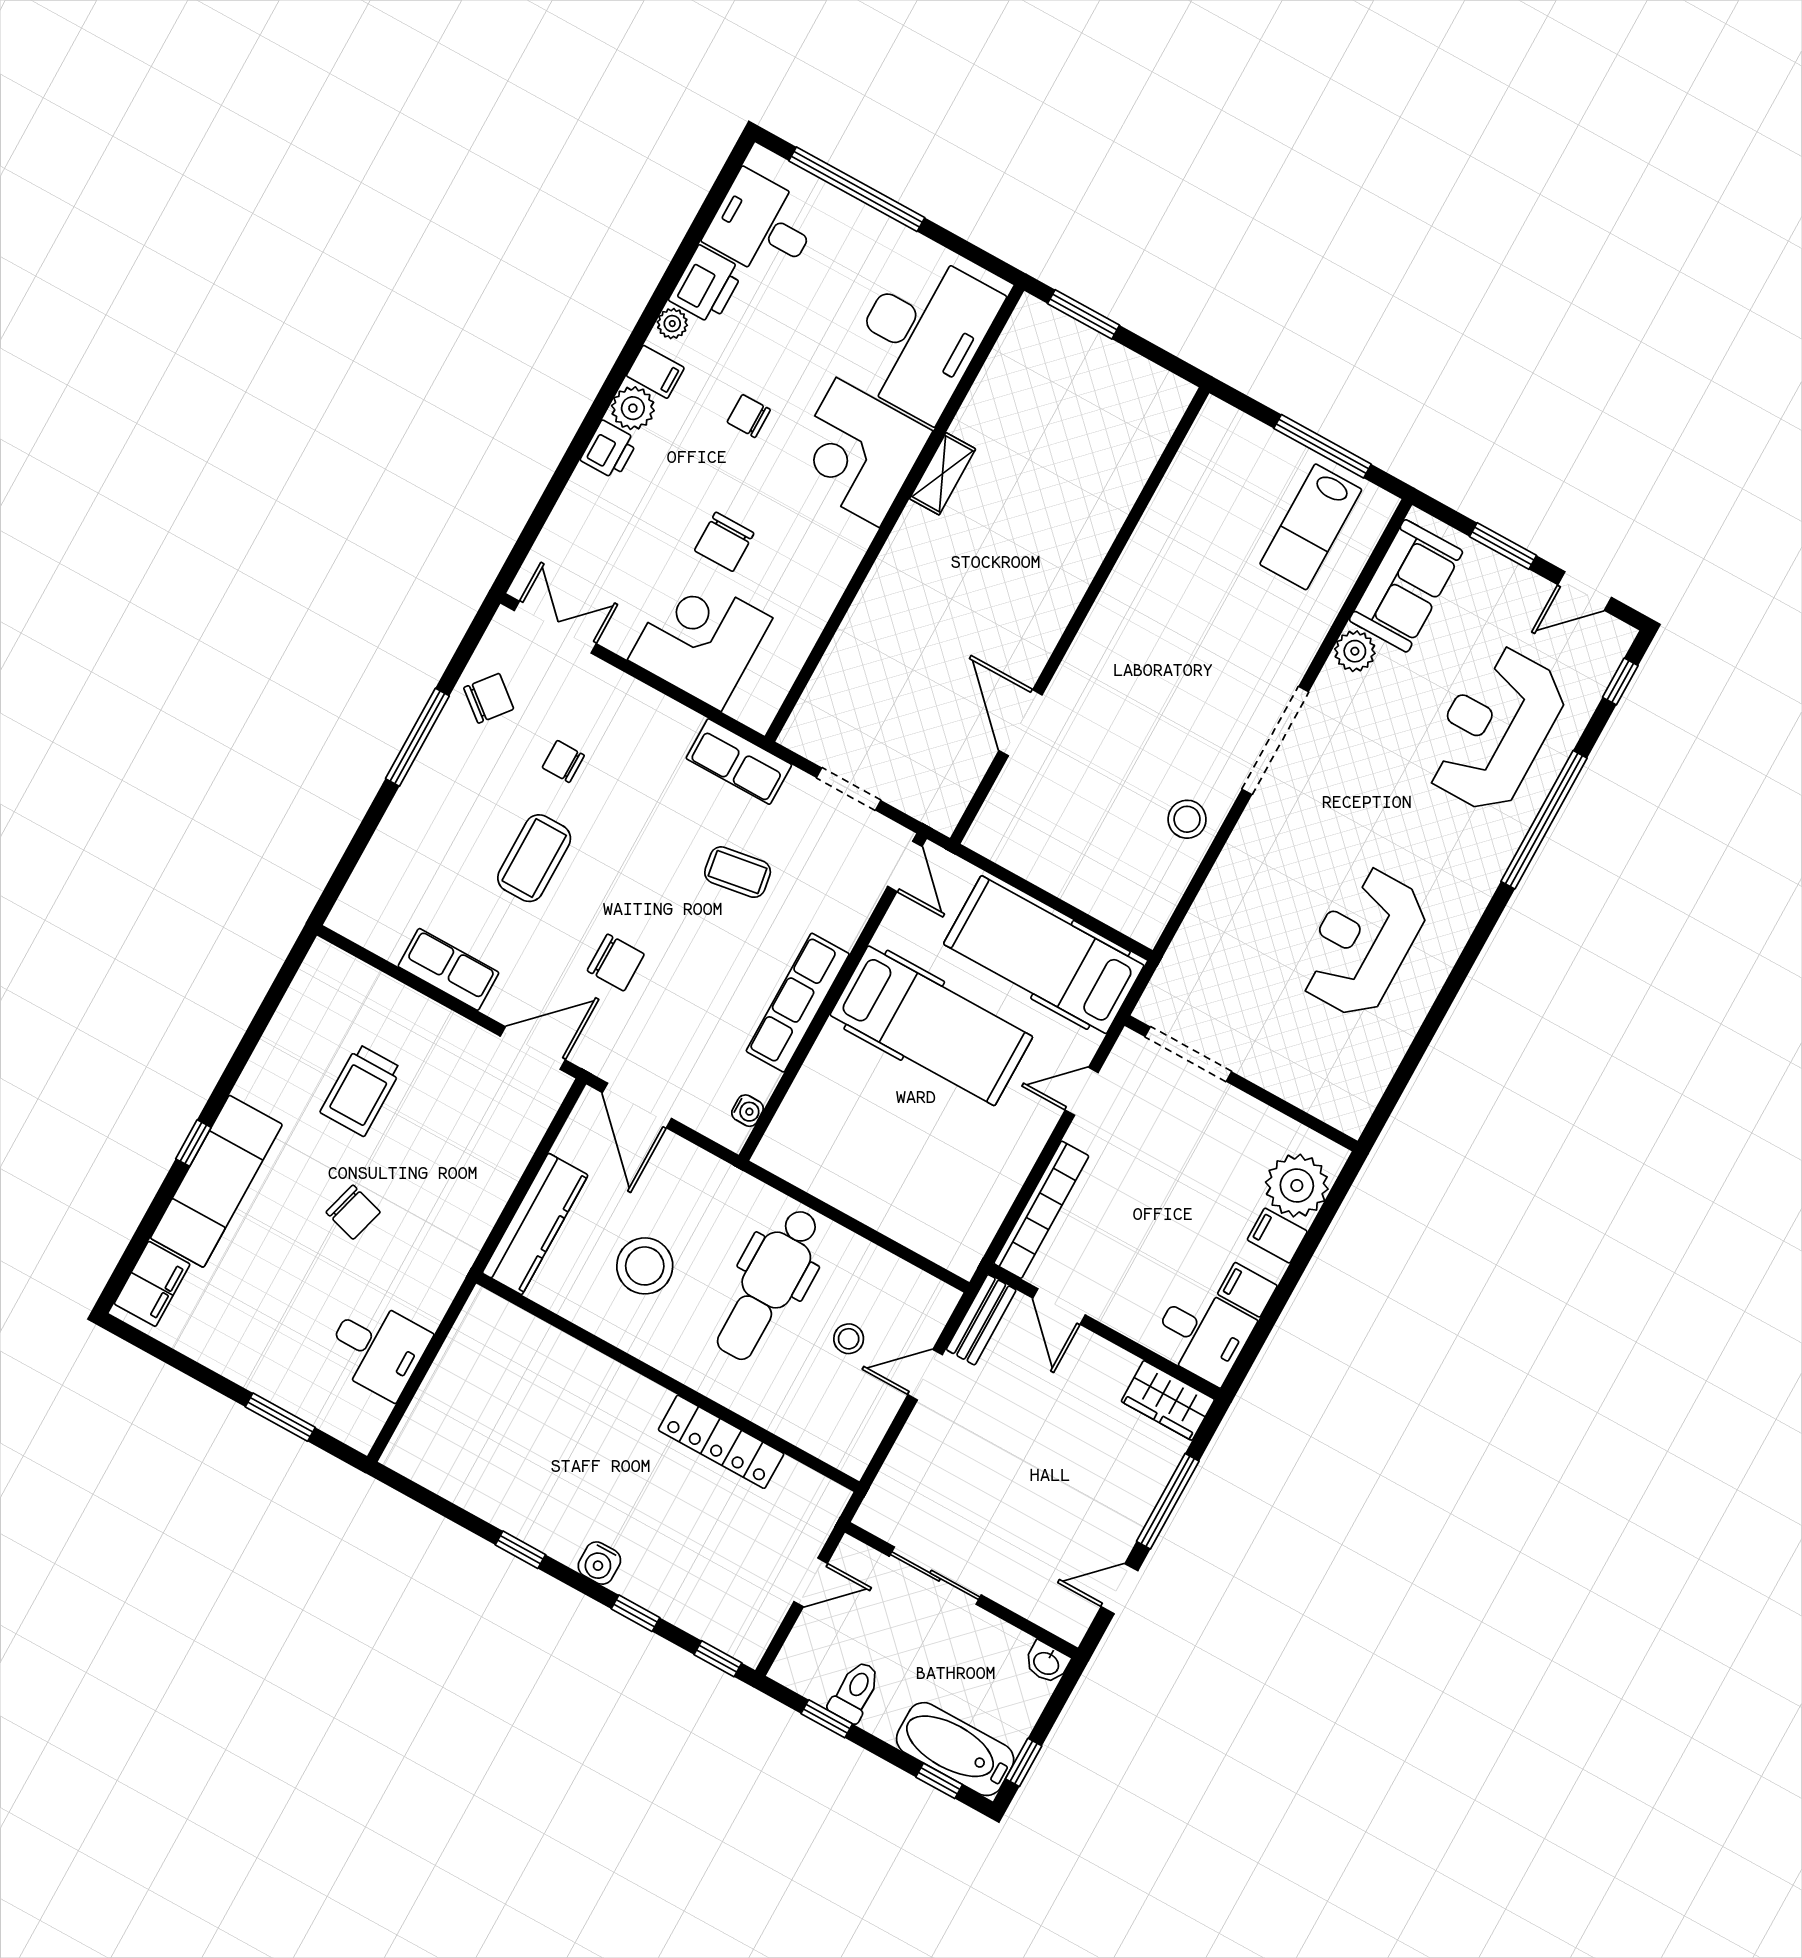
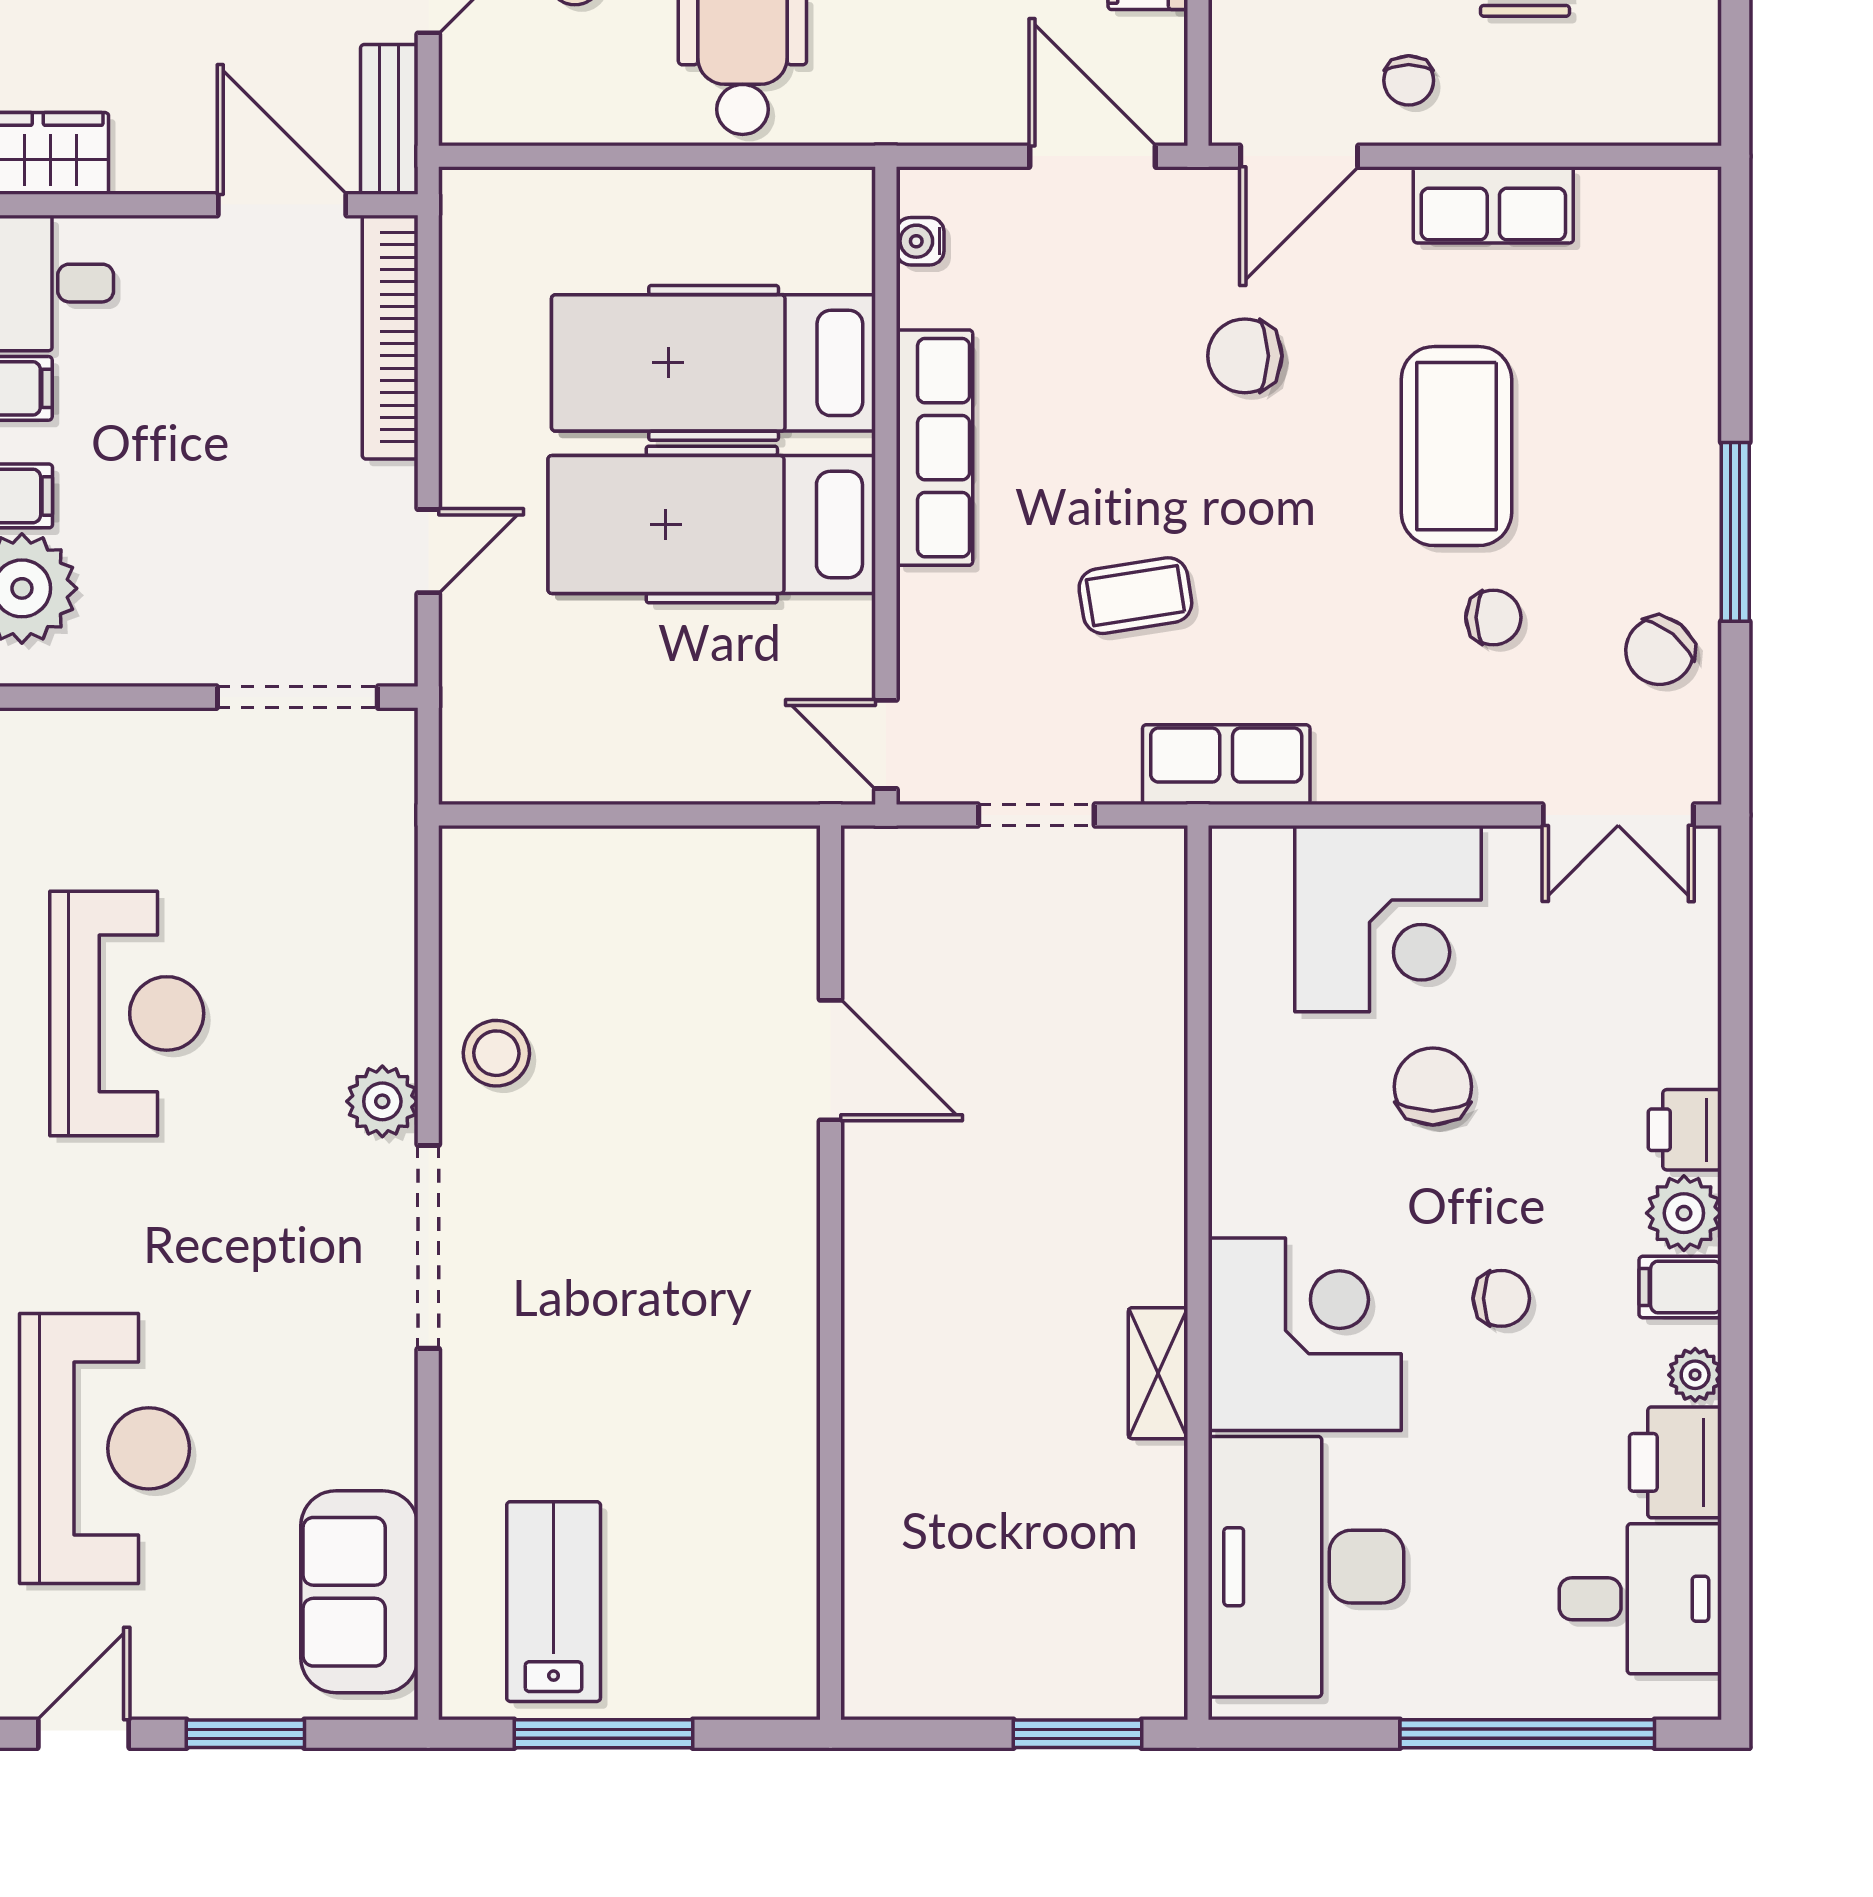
plant: (1355, 651) -> (382, 1101), moved
coffee table: (534, 858) -> (1456, 446), width x1.36, depth x1.32
hospital bed: (1044, 955) -> (714, 363), moved, turned 180
chair: (456, 1056) -> (1409, 80), added
door: (1059, 1307) -> (282, 205), width x1.38

